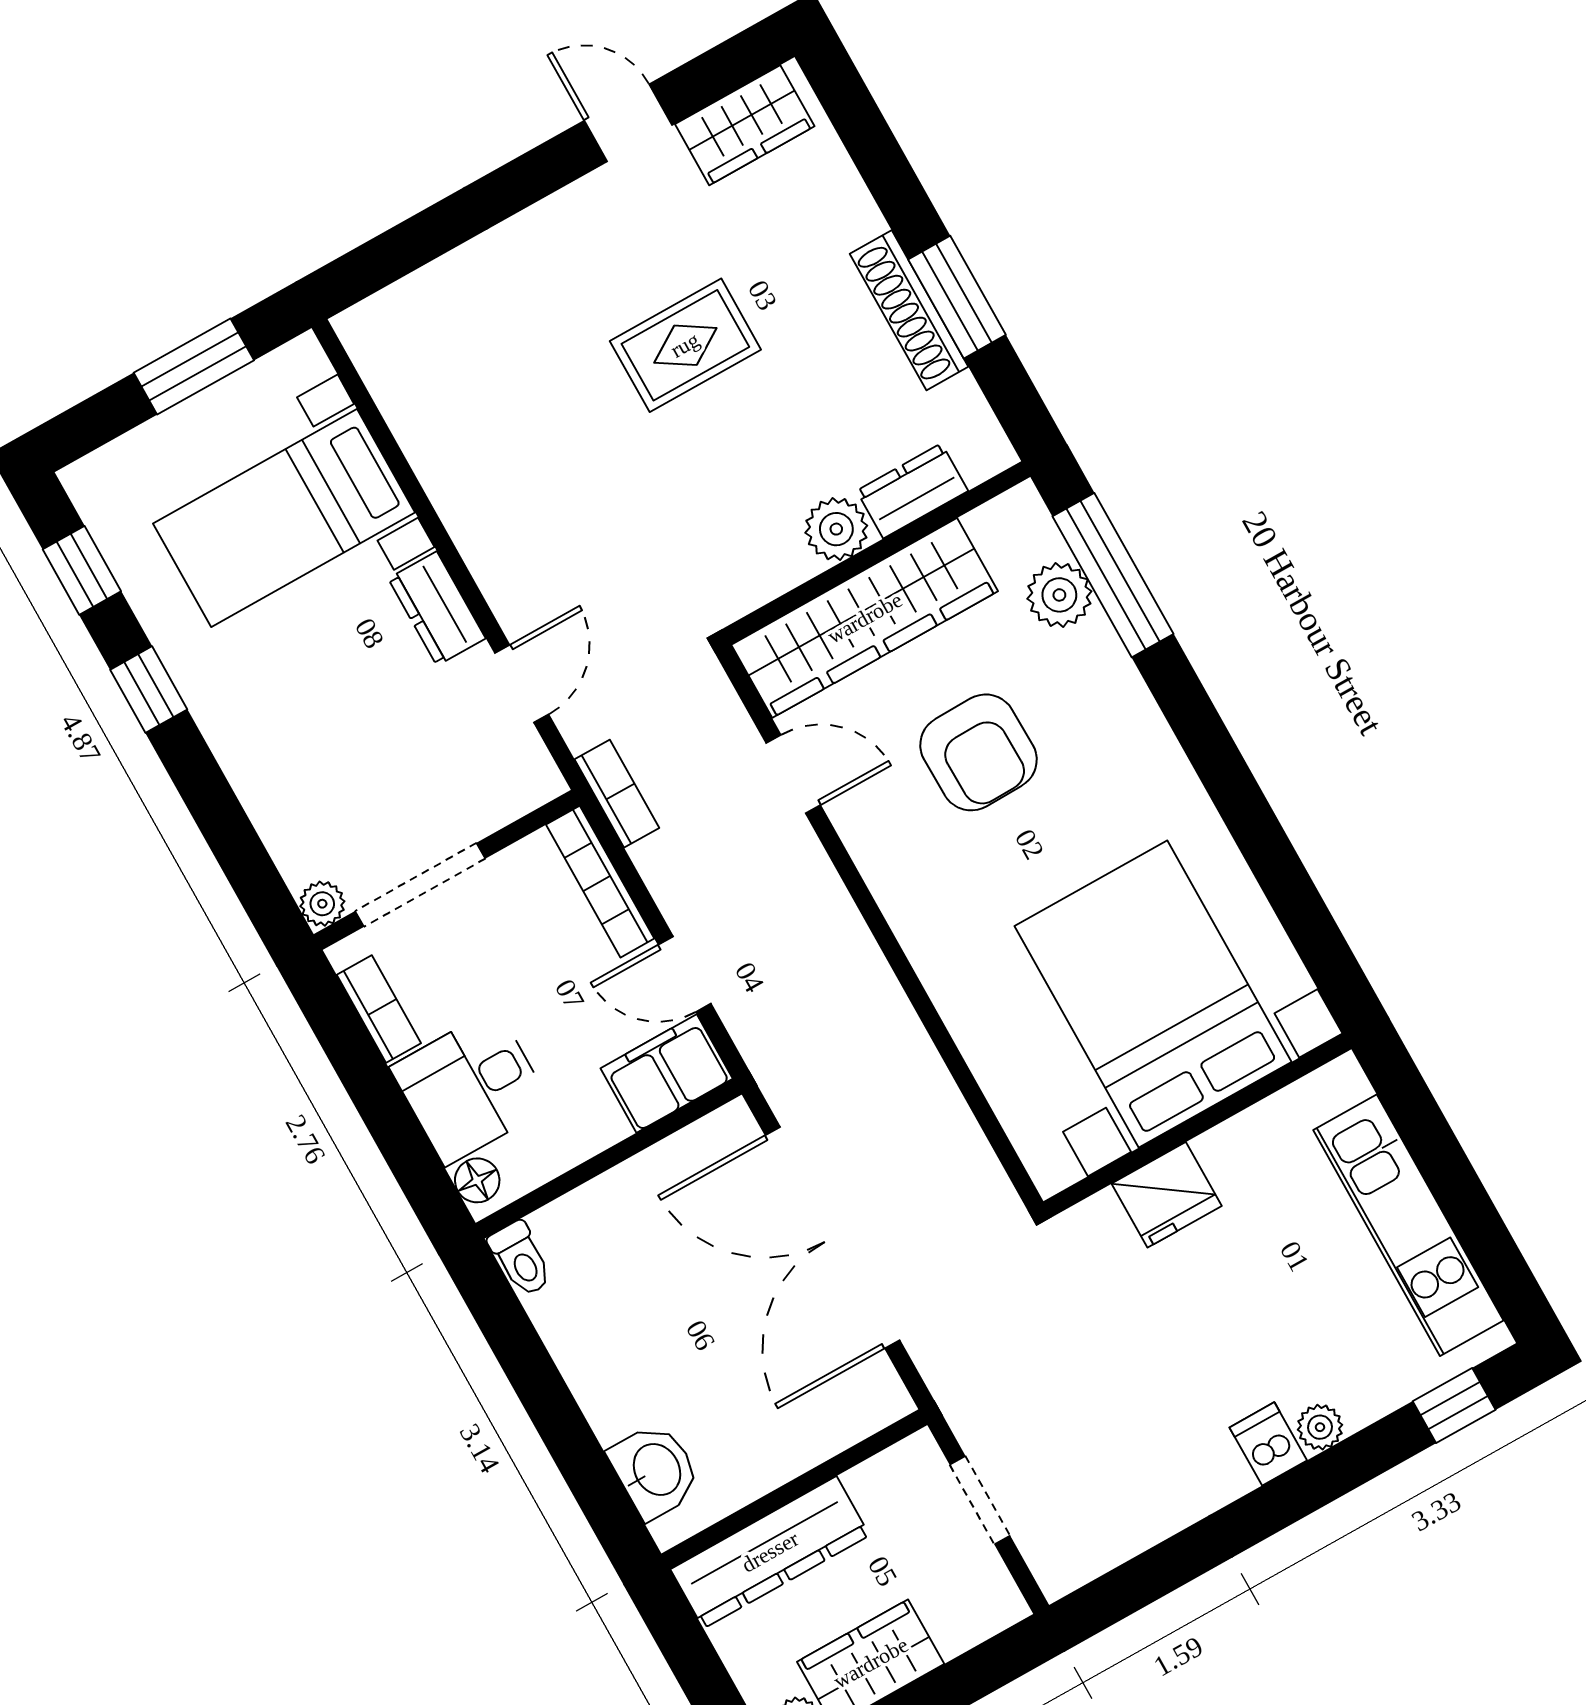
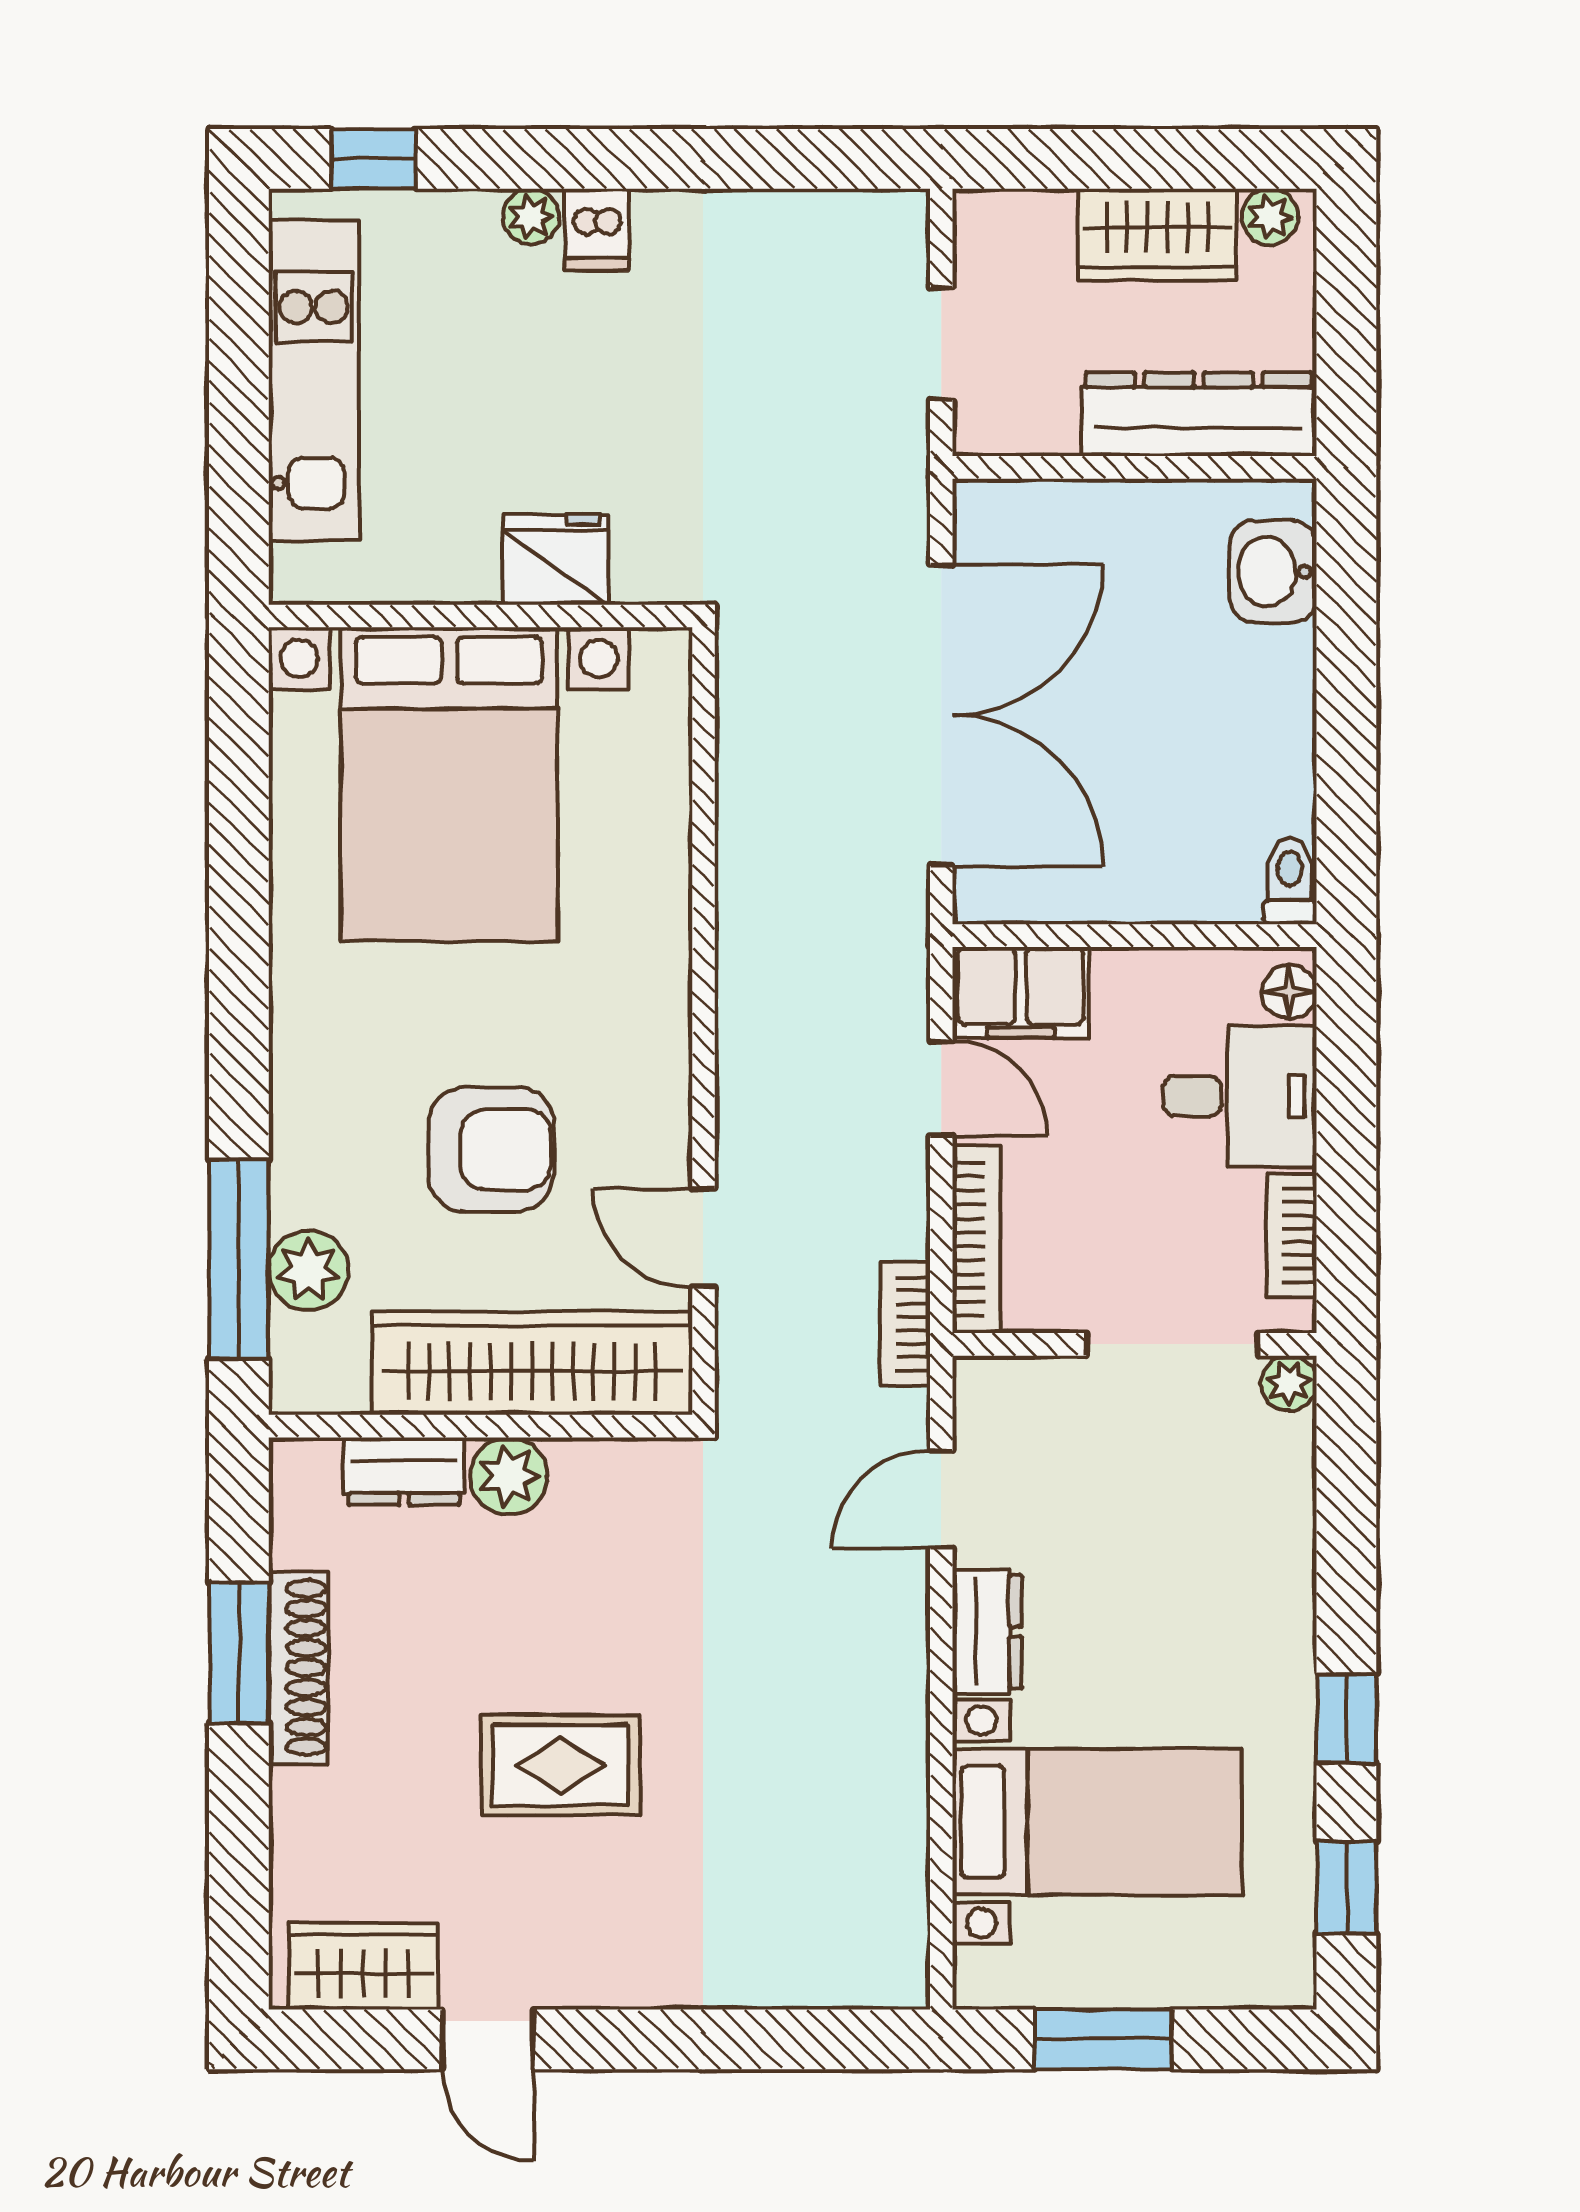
armchair: (978, 752) -> (491, 1150), turned 91

